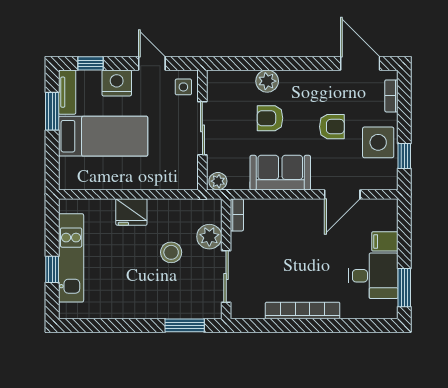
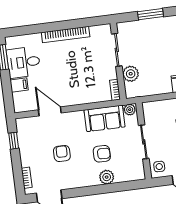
armchair: (332, 127) -> (62, 153), turned 90
side table: (378, 142) -> (31, 147), removed
sofa: (280, 173) -> (105, 118), moved
door: (342, 194) -> (50, 111), hinge flipped
stool: (171, 252) -> (154, 61), removed
window: (185, 325) -> (150, 14), moved

